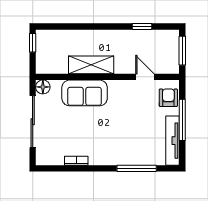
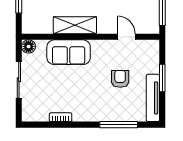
armchair: (168, 98) -> (120, 79), moved
window: (182, 120) -> (162, 78), width x0.69
sliding door: (33, 122) -> (19, 80), width x0.73

